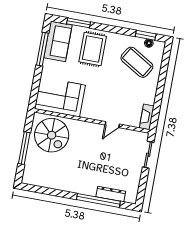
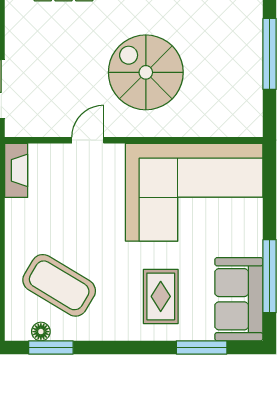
rug: (93, 49) -> (161, 296), width x0.73, depth x0.70
corner sofa: (60, 97) -> (194, 192), width x1.36, depth x1.36
spiral stairs: (52, 135) -> (146, 72), moved

